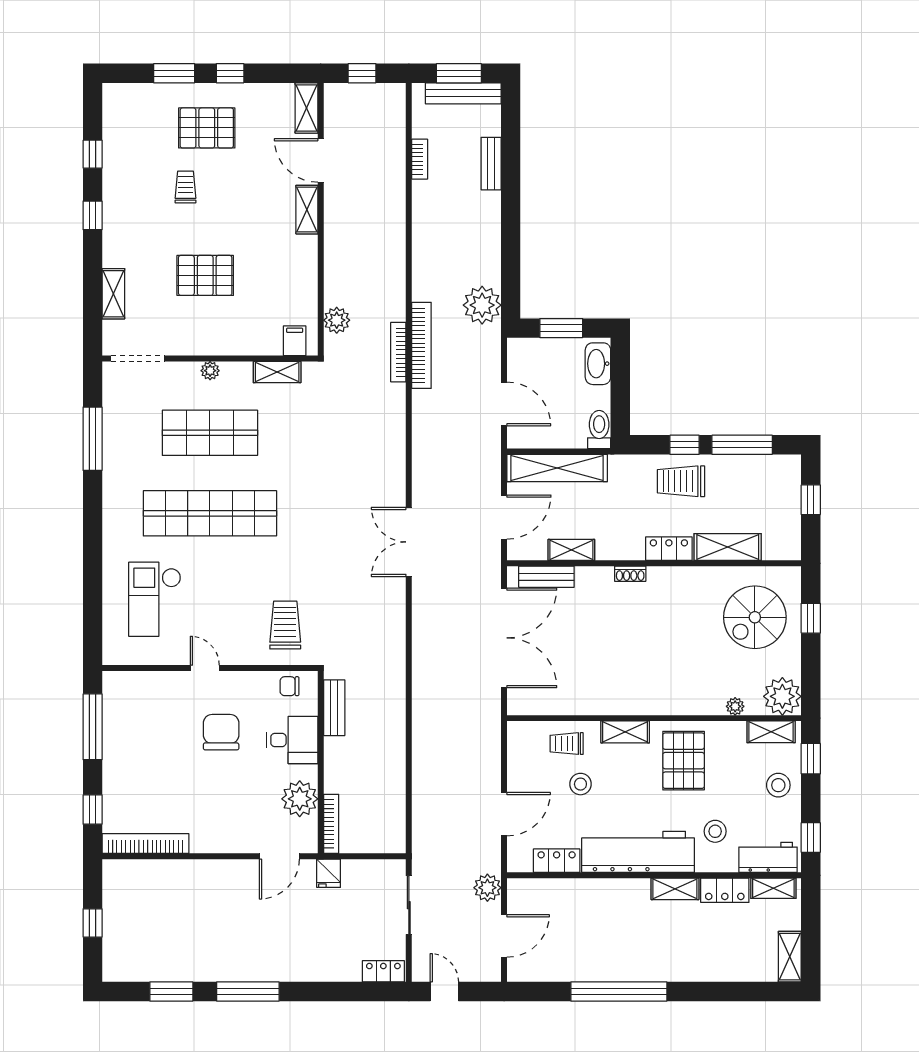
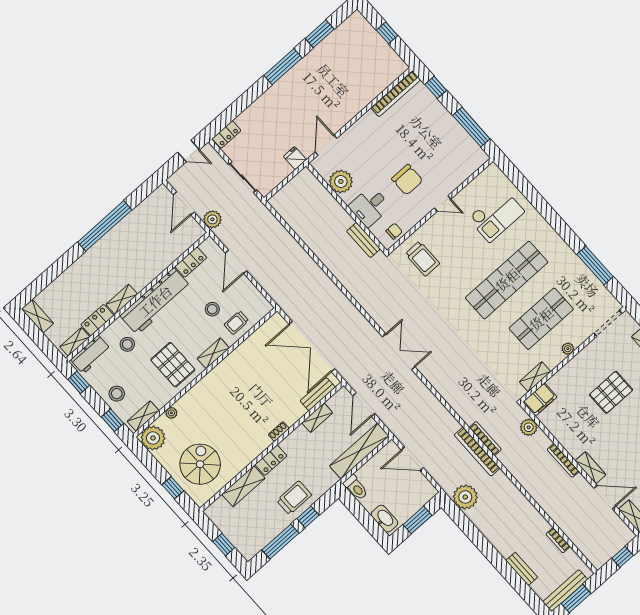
filing cabinet: (295, 341) -> (540, 399), width x2.00
checkout: (155, 599) -> (496, 215), turned 90
trolley: (567, 744) -> (236, 323), turned 180
bookcase: (331, 824) -> (563, 460), moved

